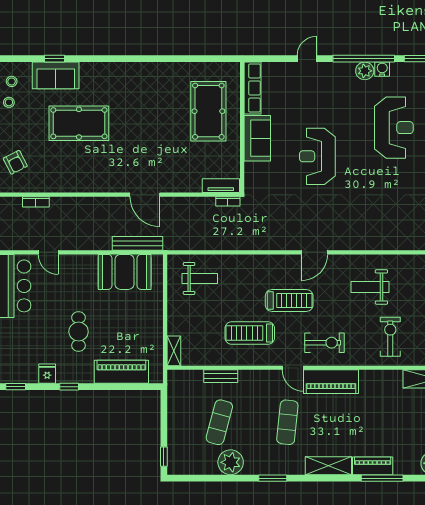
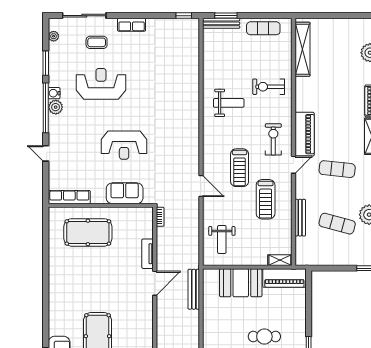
sofa: (257, 138) -> (125, 193), moved
tv unit: (221, 186) -> (148, 254), moved
door: (314, 252) -> (201, 186), moved
booth: (125, 272) -> (241, 283), moved, turned 90
weight bench: (200, 278) -> (222, 239), turned 180
weight bench: (370, 287) -> (229, 103), turned -90
treadmill: (289, 301) -> (240, 168), turned 180
piano: (121, 372) -> (284, 278), moved, turned -90
bench: (221, 376) -> (300, 218), width x1.36

